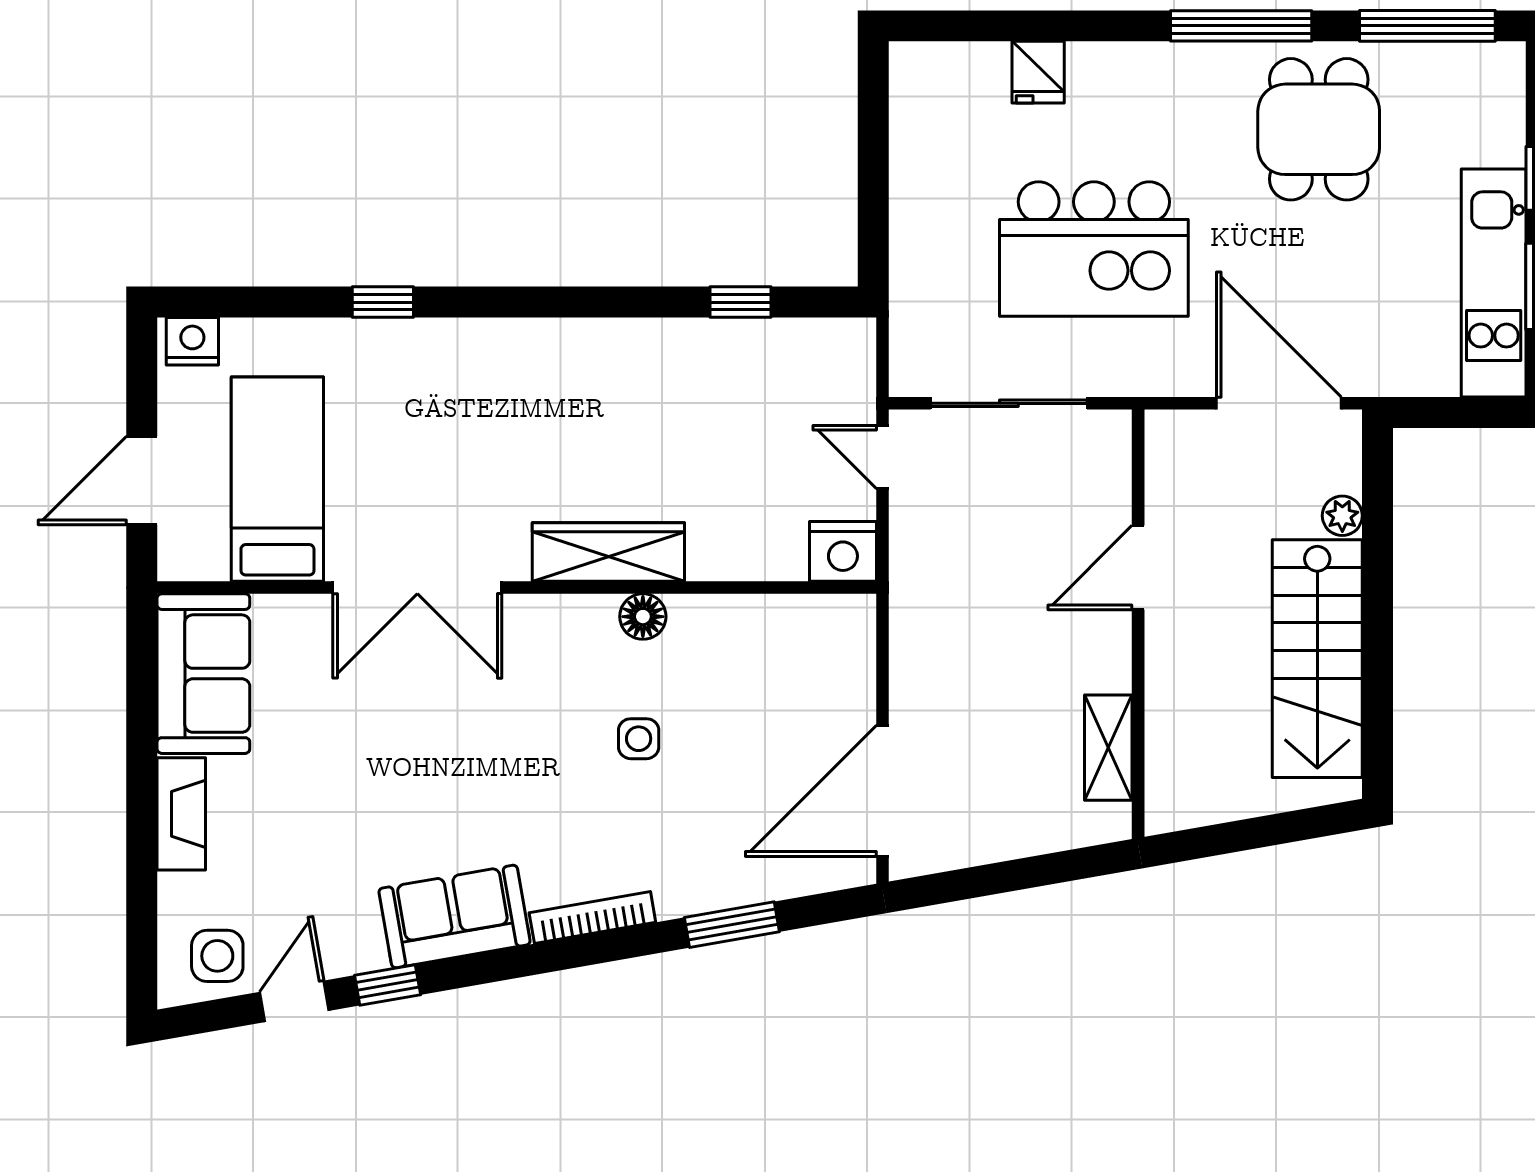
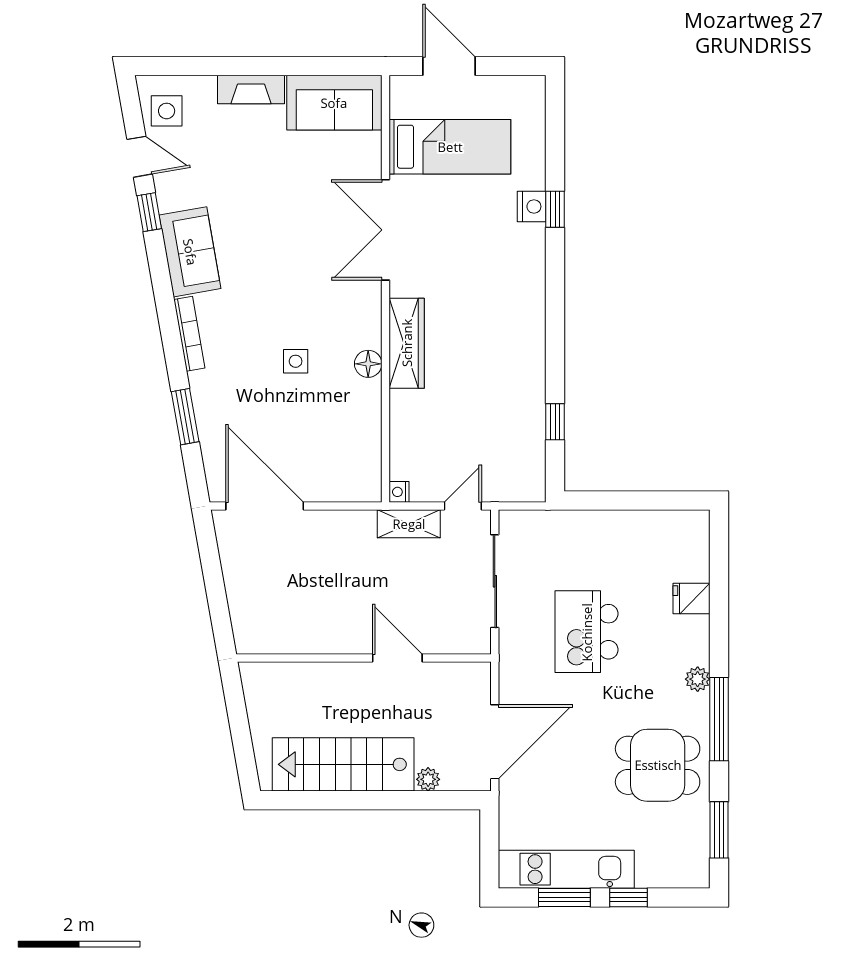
window: (1427, 26) -> (719, 830), width x0.69
plant: (1174, 62) -> (698, 679), added
kitchen island: (1094, 249) -> (587, 632), width x0.73, depth x0.78
nightstand: (192, 341) -> (532, 206), moved
nightstand: (843, 551) -> (399, 492), width x0.53, depth x0.56
shelving: (1108, 748) -> (409, 524), moved

